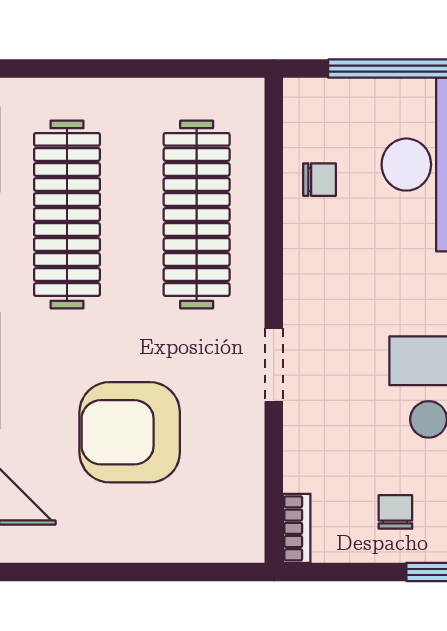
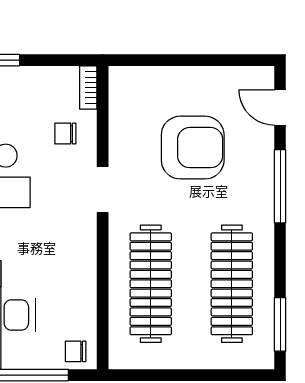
chair: (320, 180) -> (76, 351), moved
chair: (395, 512) -> (65, 134), moved, turned 90

